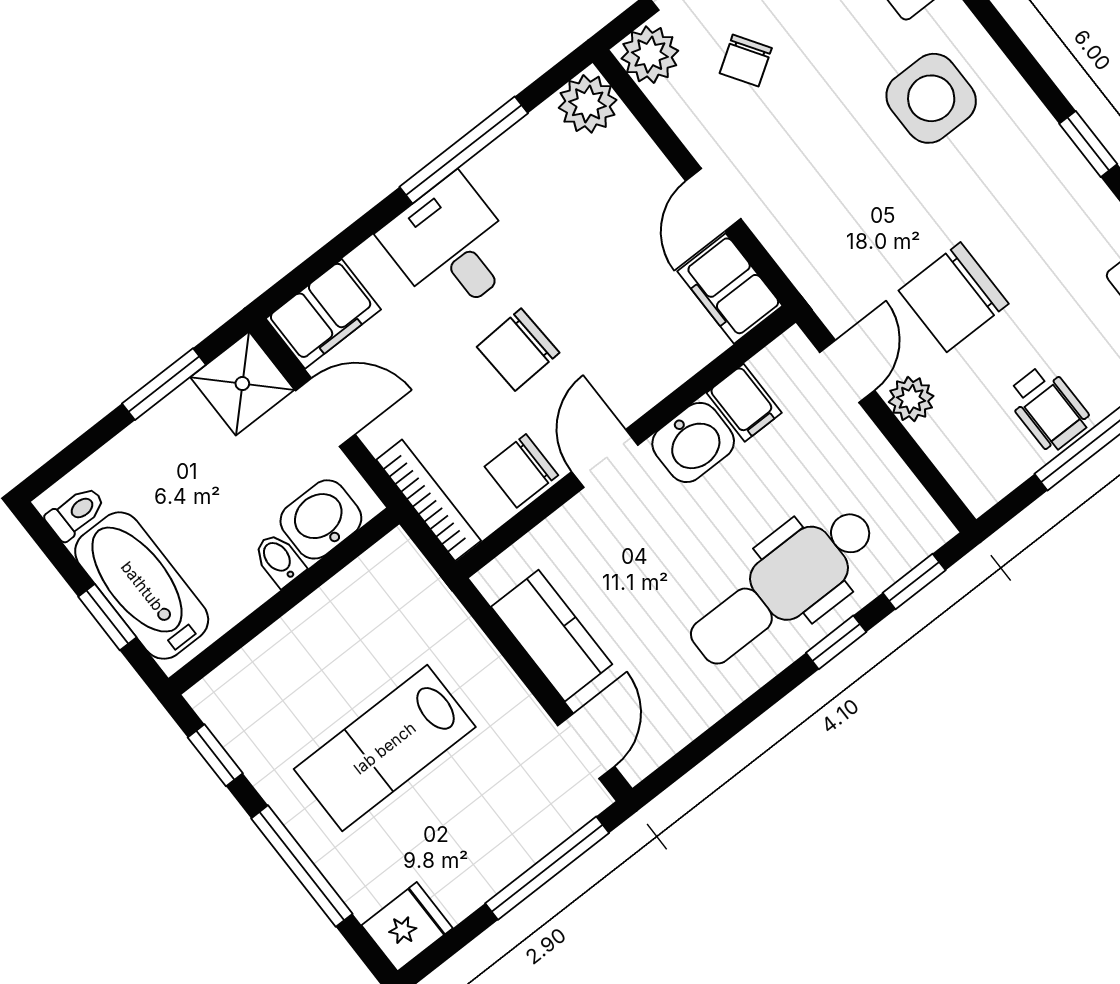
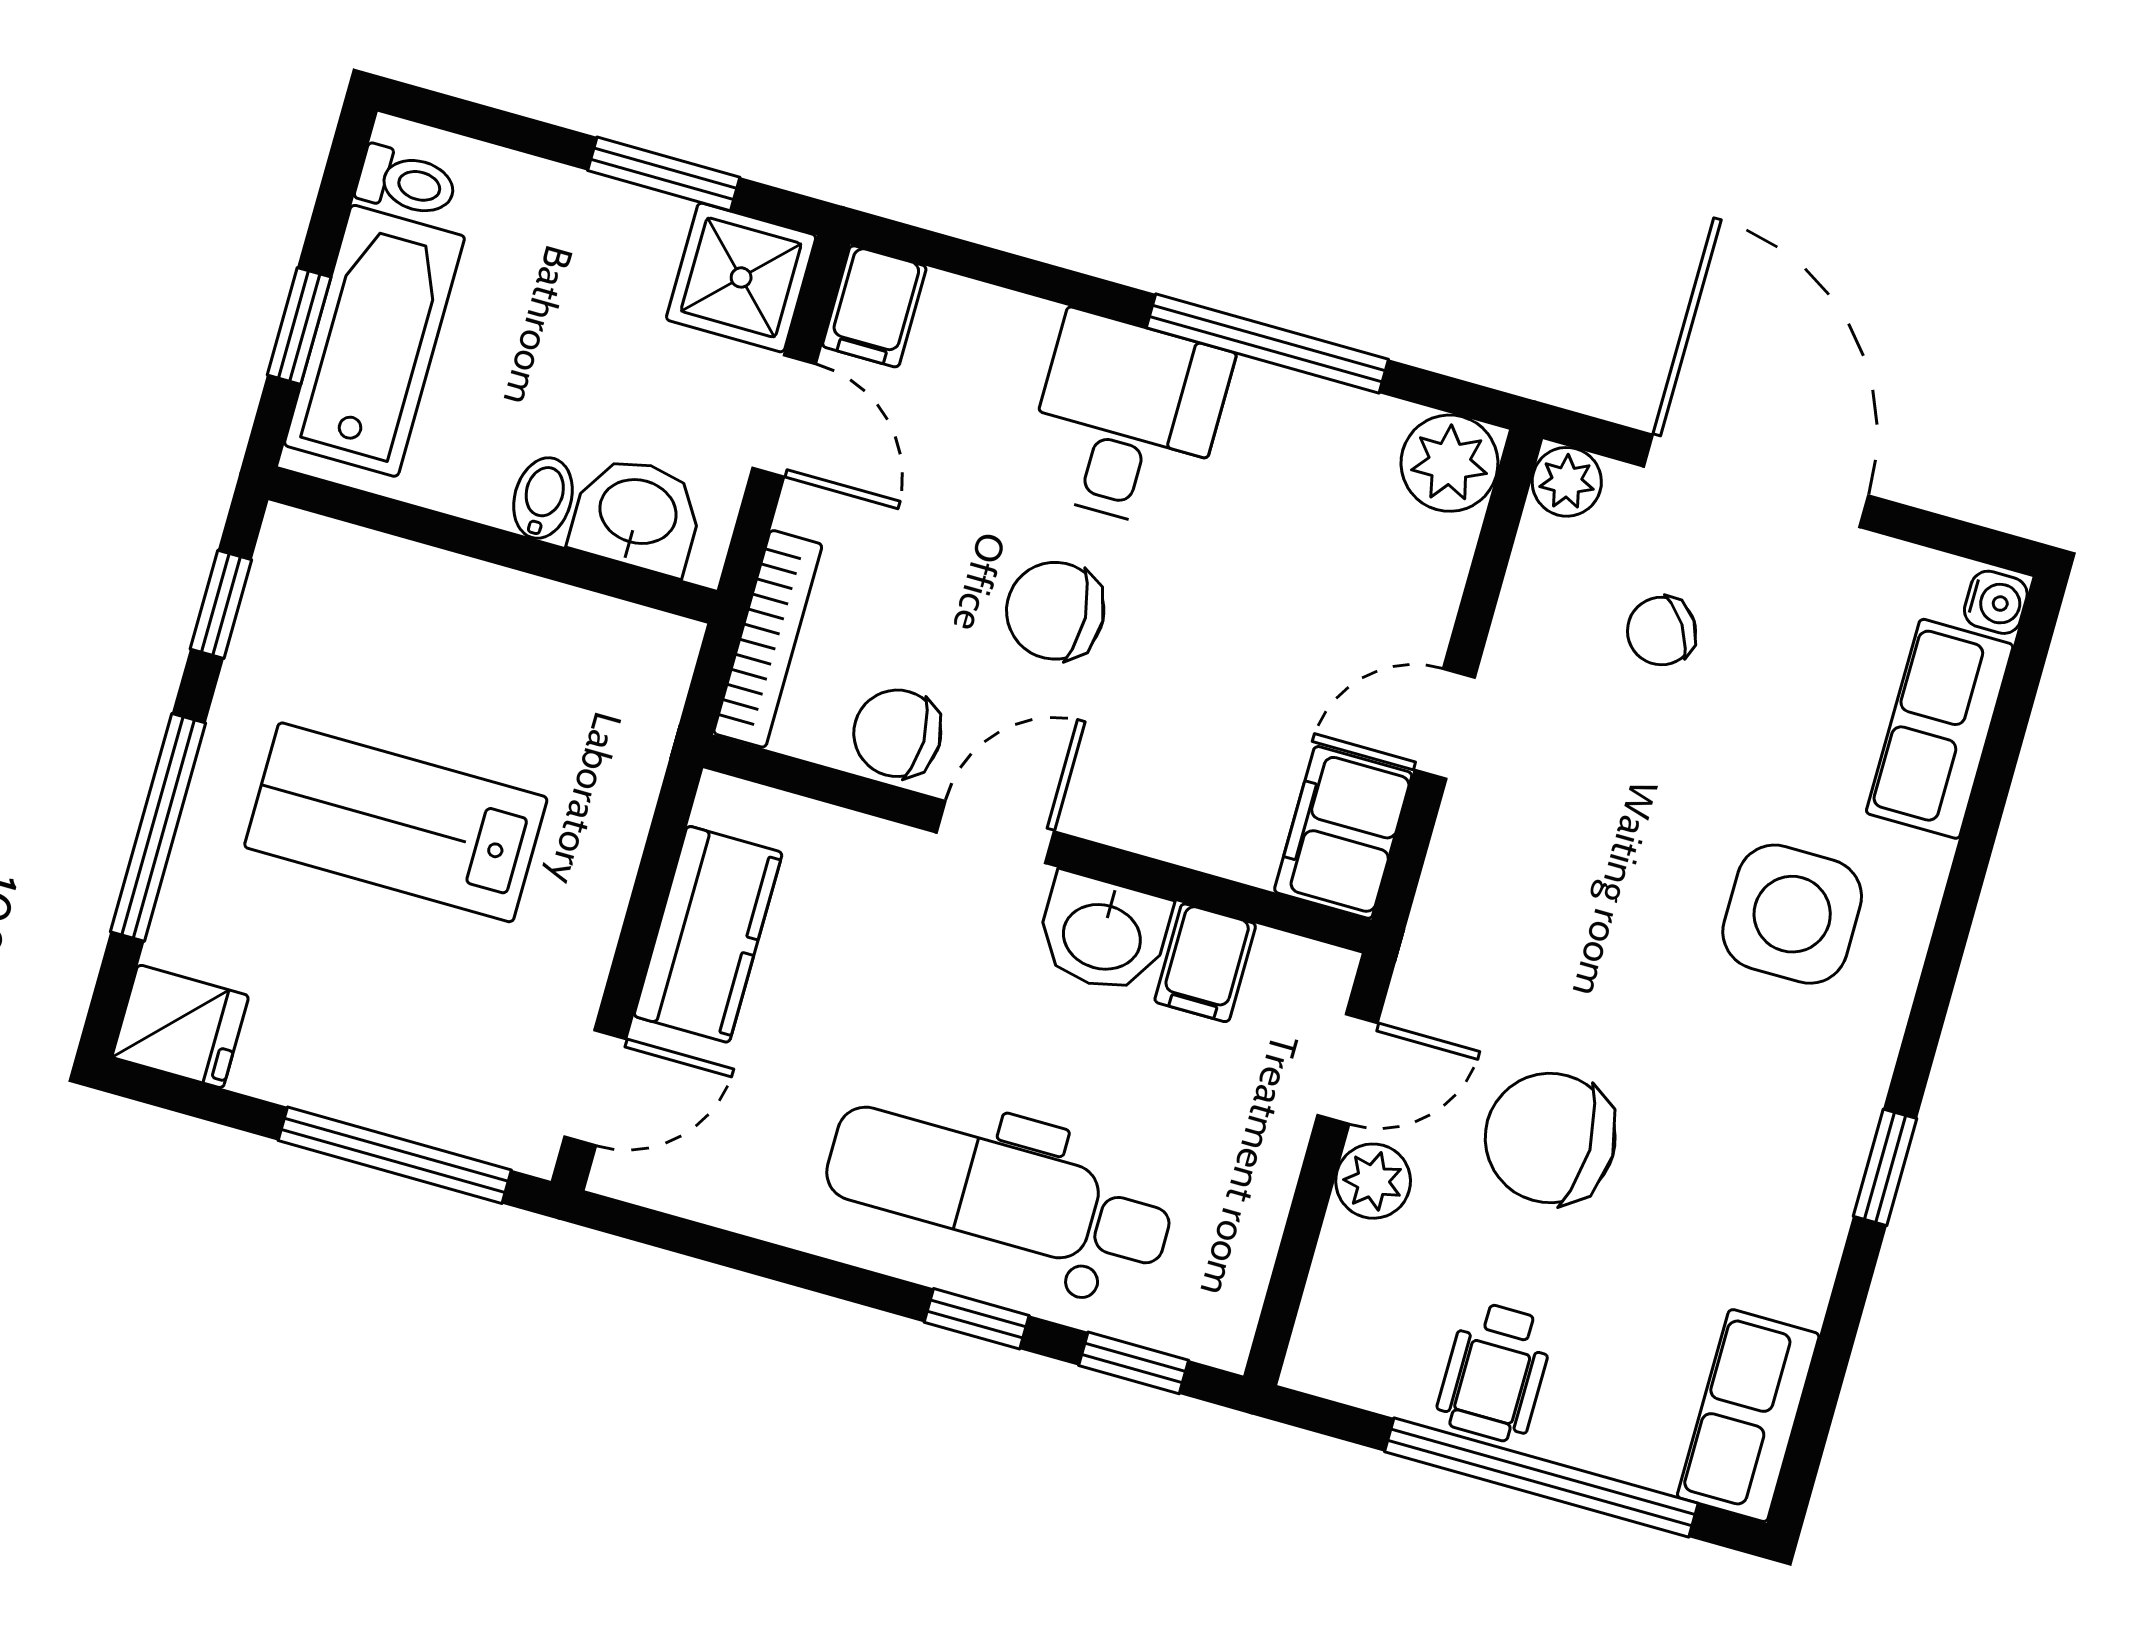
plant: (650, 55) -> (1567, 482), width x0.73, depth x0.73
filing cabinet: (323, 314) -> (874, 306), width x0.50

